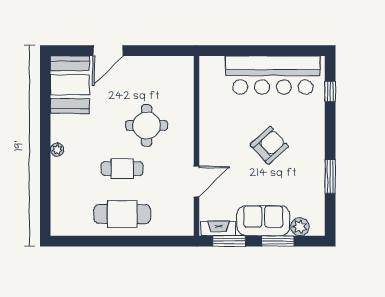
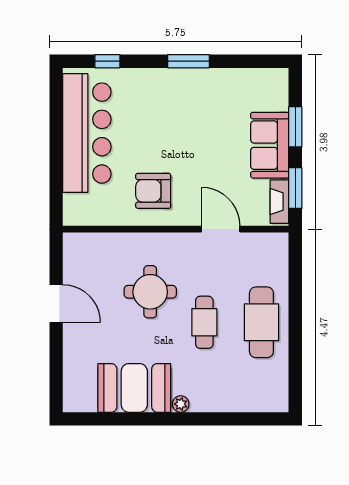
door: (108, 51) -> (56, 304), moved
booth: (70, 85) -> (134, 388), moved
armchair: (269, 145) -> (153, 191), moved, turned -48
window: (330, 177) -> (188, 61), moved
plant: (300, 227) -> (277, 99), removed

